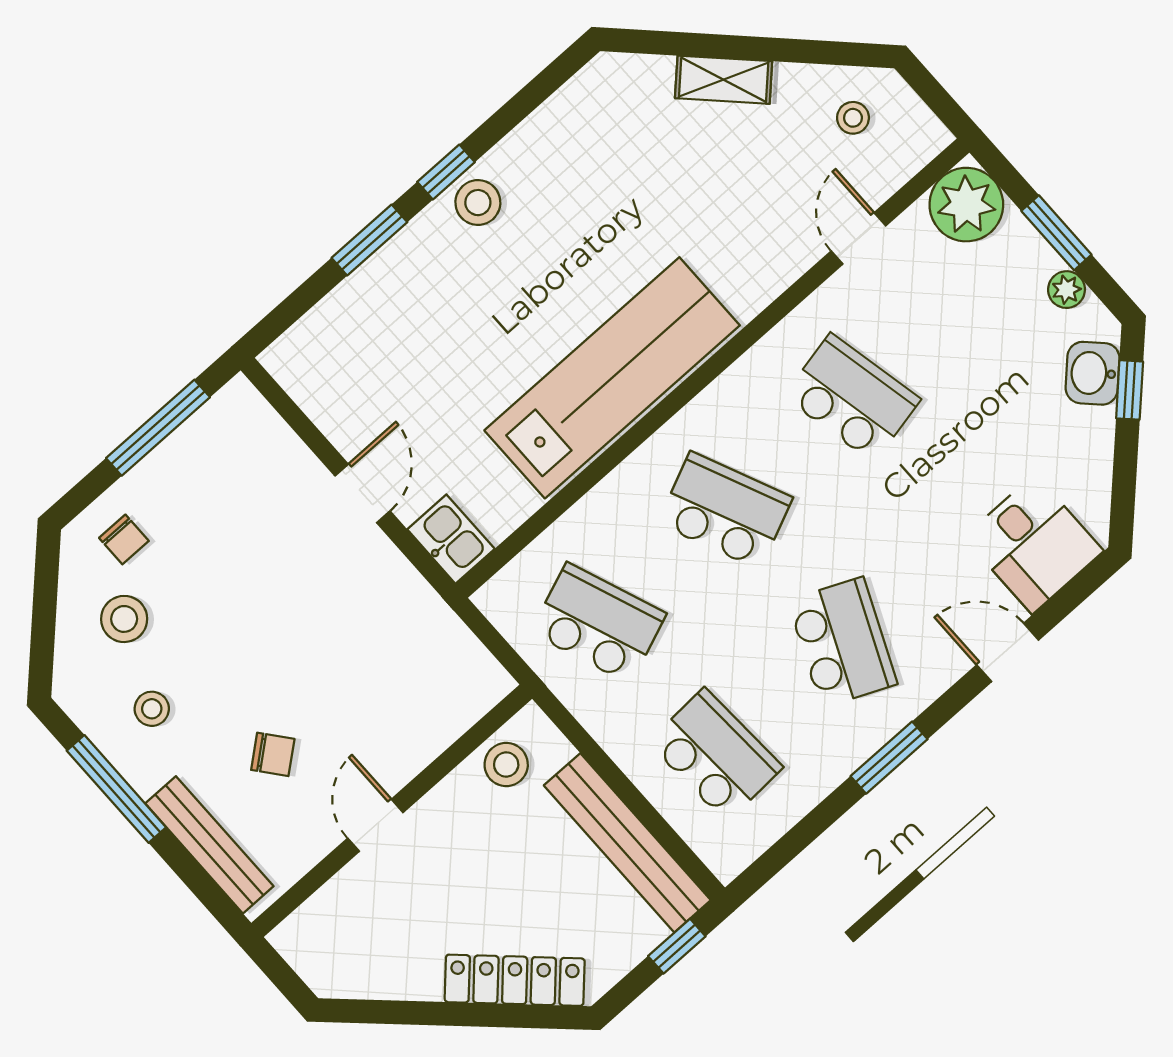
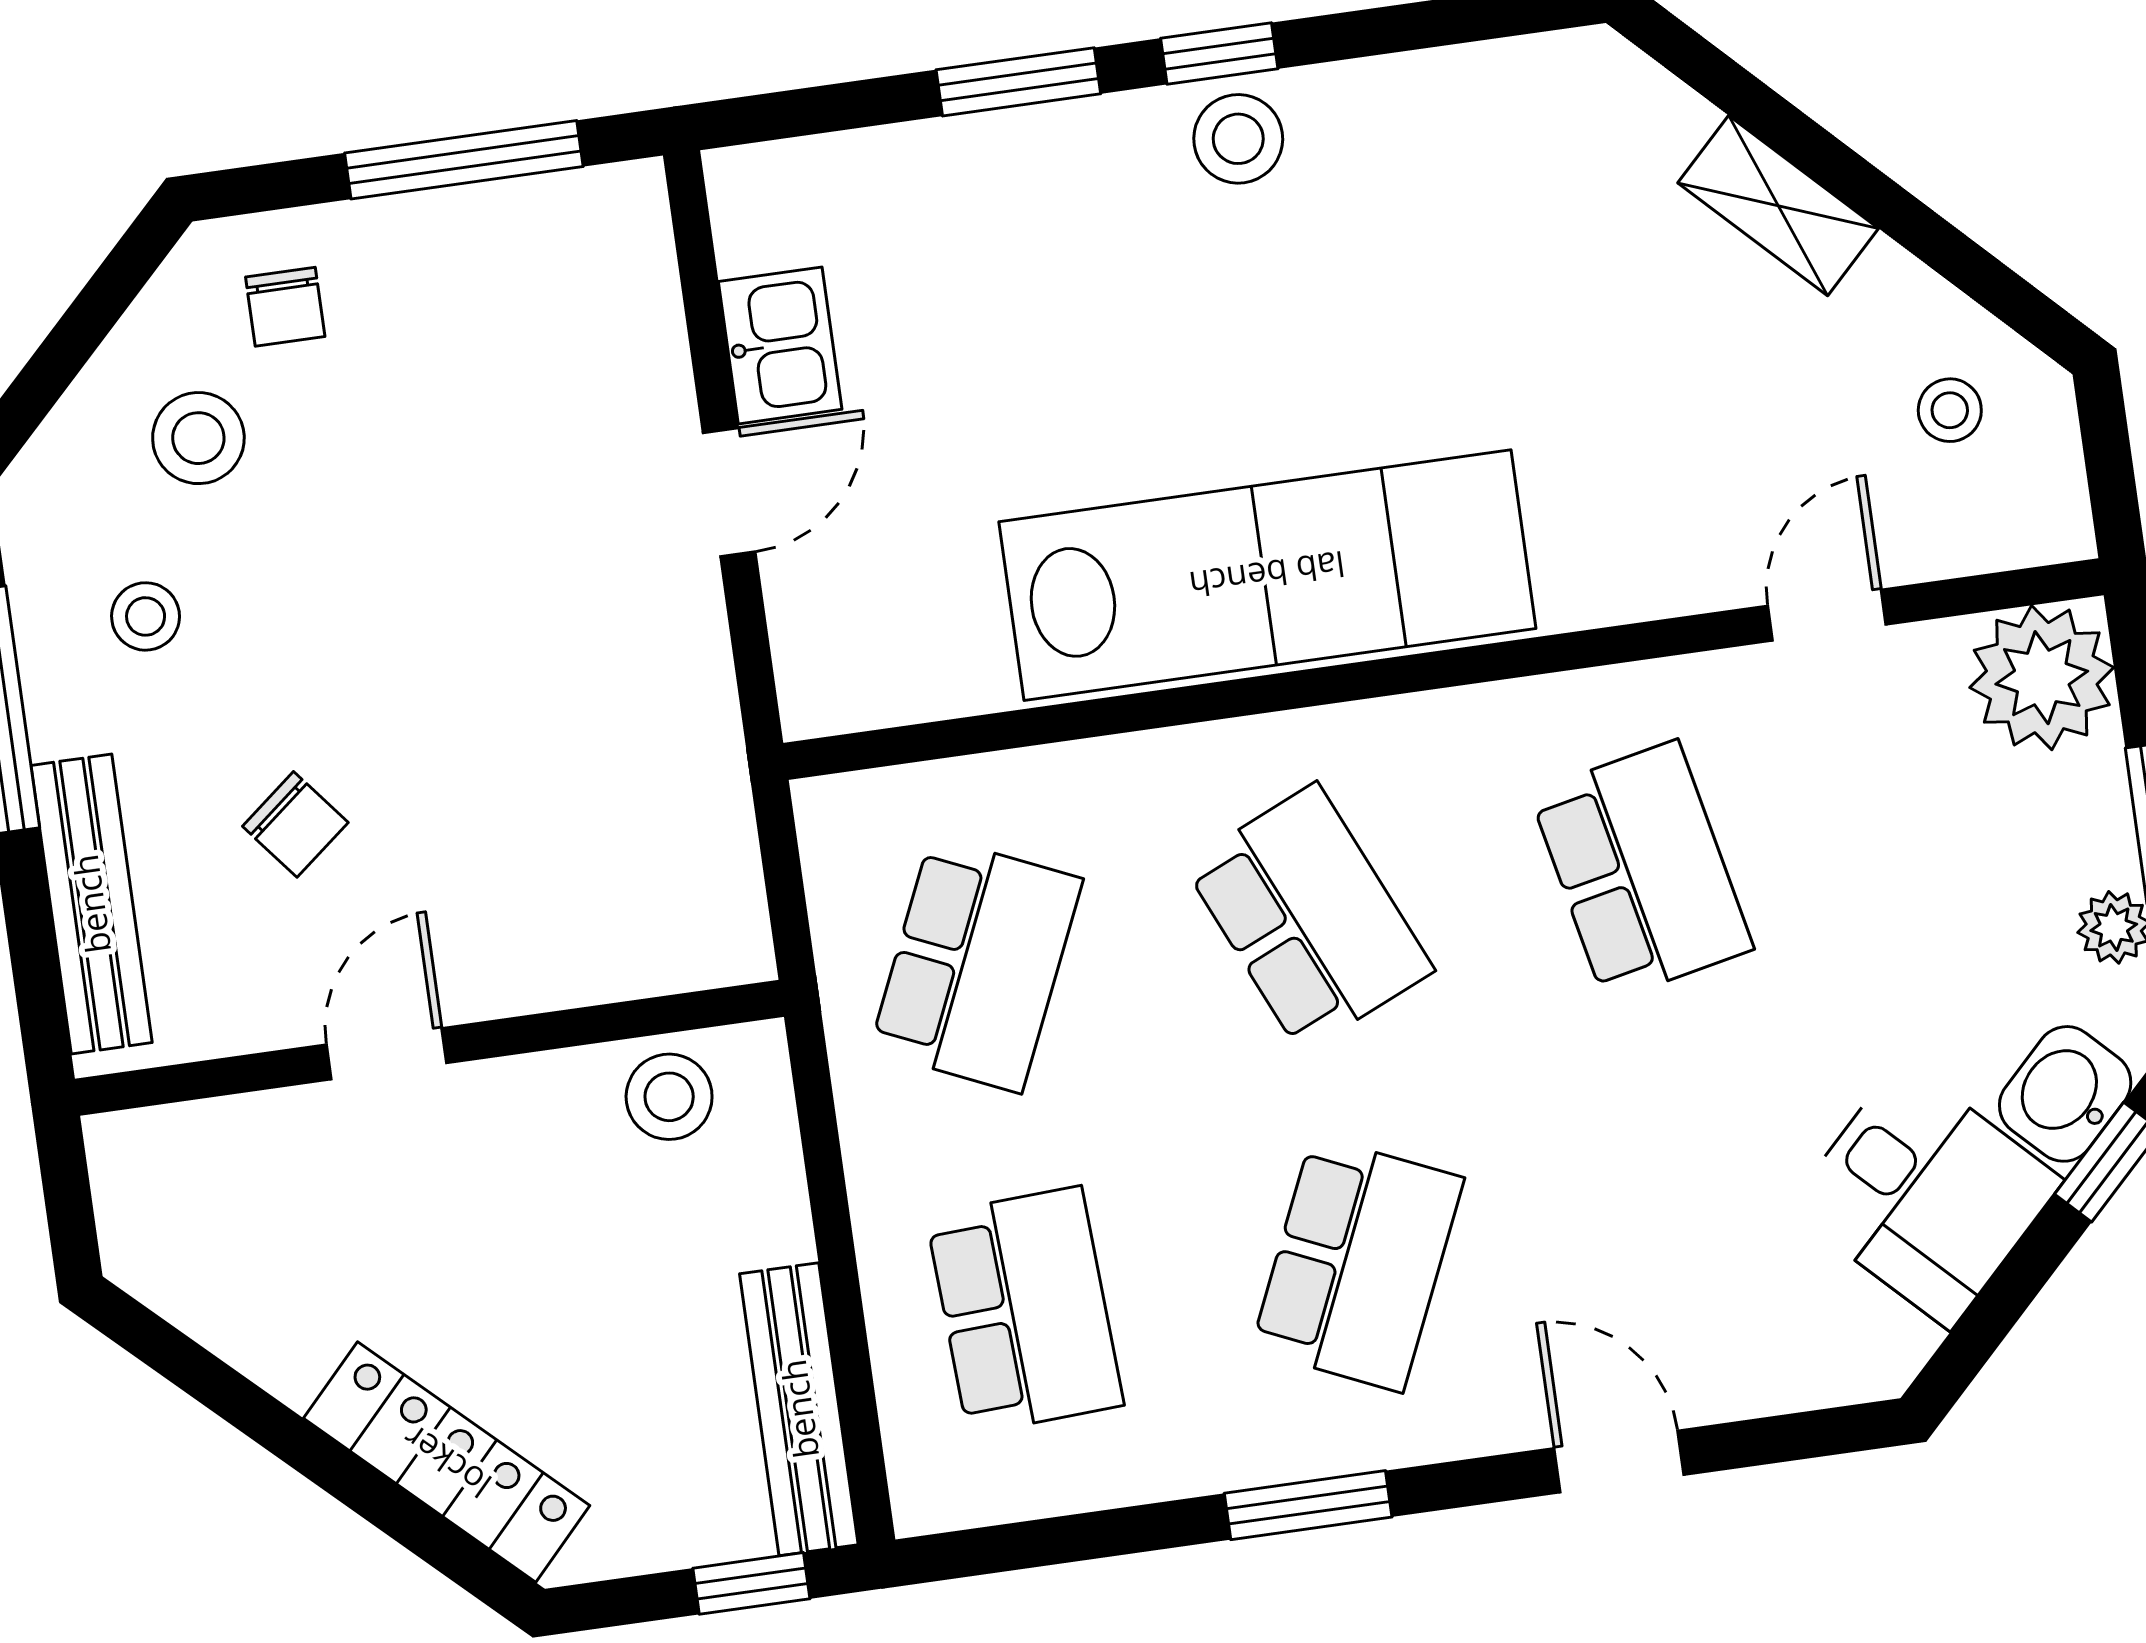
kitchen sink: (451, 539) -> (780, 345), moved
desk: (1034, 544) -> (1925, 1194), moved, turned -45
school desk: (598, 623) -> (976, 965), turned 45
bench: (627, 843) -> (799, 1409), width x0.73, depth x0.82

